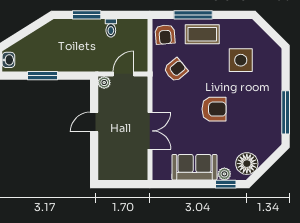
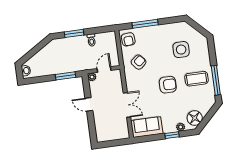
coffee table: (202, 34) -> (197, 79), moved
window: (43, 76) -> (66, 76), moved
door: (94, 122) -> (89, 104), hinge flipped
sofa: (194, 167) -> (147, 127), moved
window: (226, 184) -> (172, 135), moved

